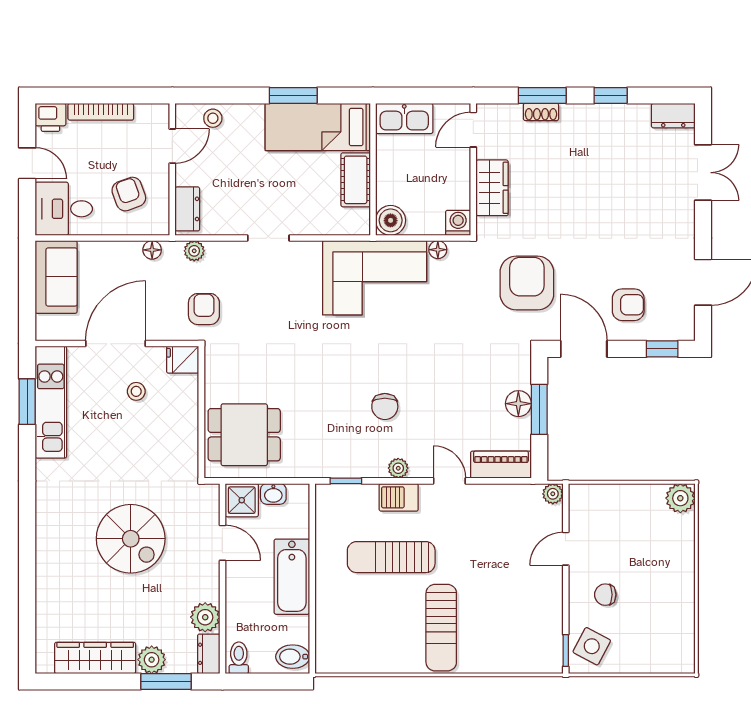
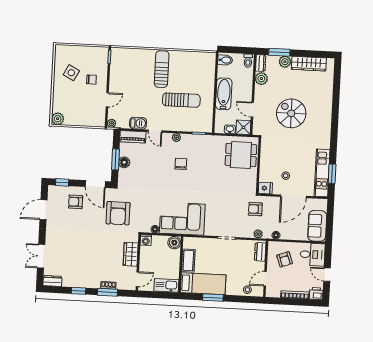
armchair: (204, 309) -> (255, 209), turned 90
barbecue: (399, 497) -> (138, 123), moved
side table: (592, 646) -> (71, 73), moved

